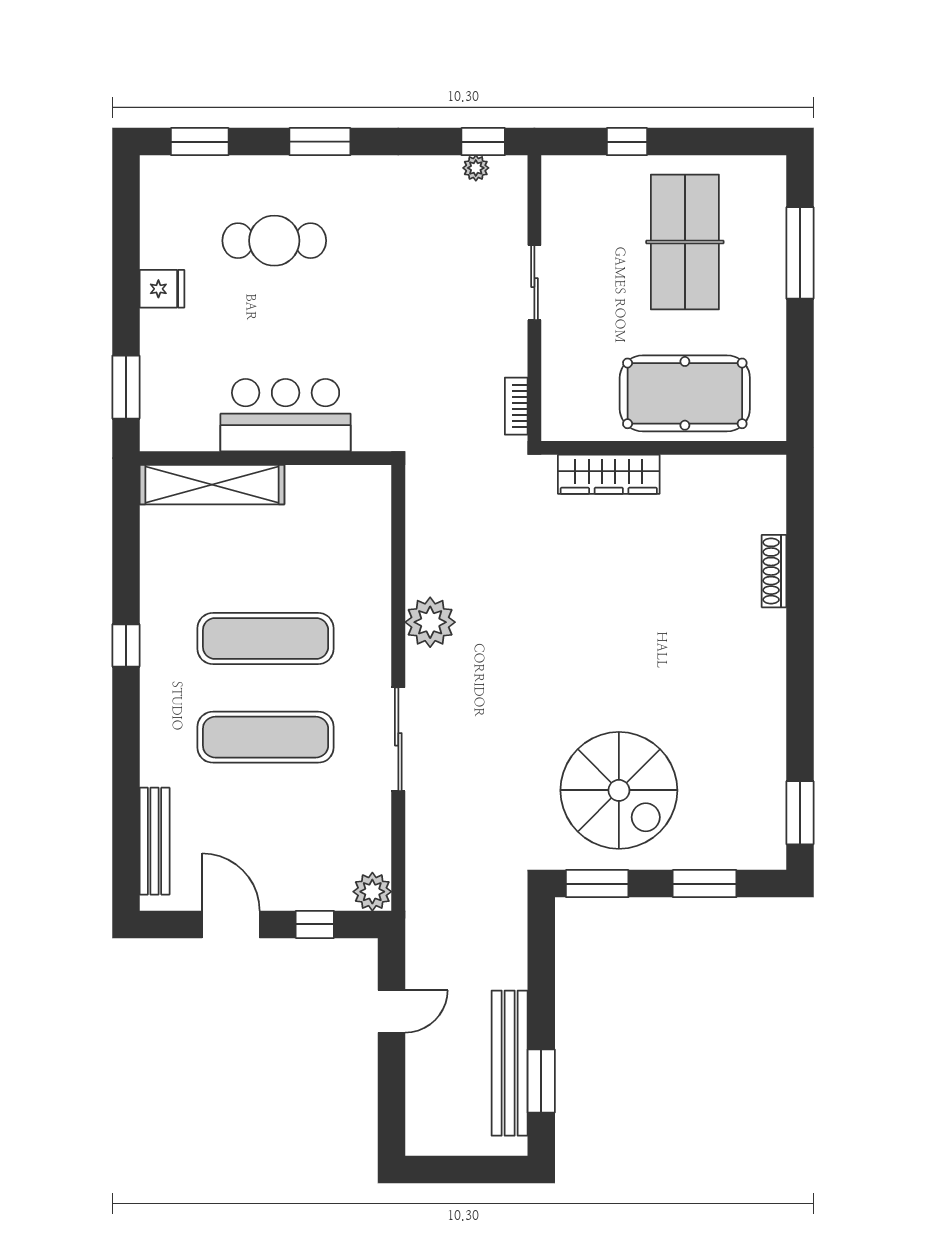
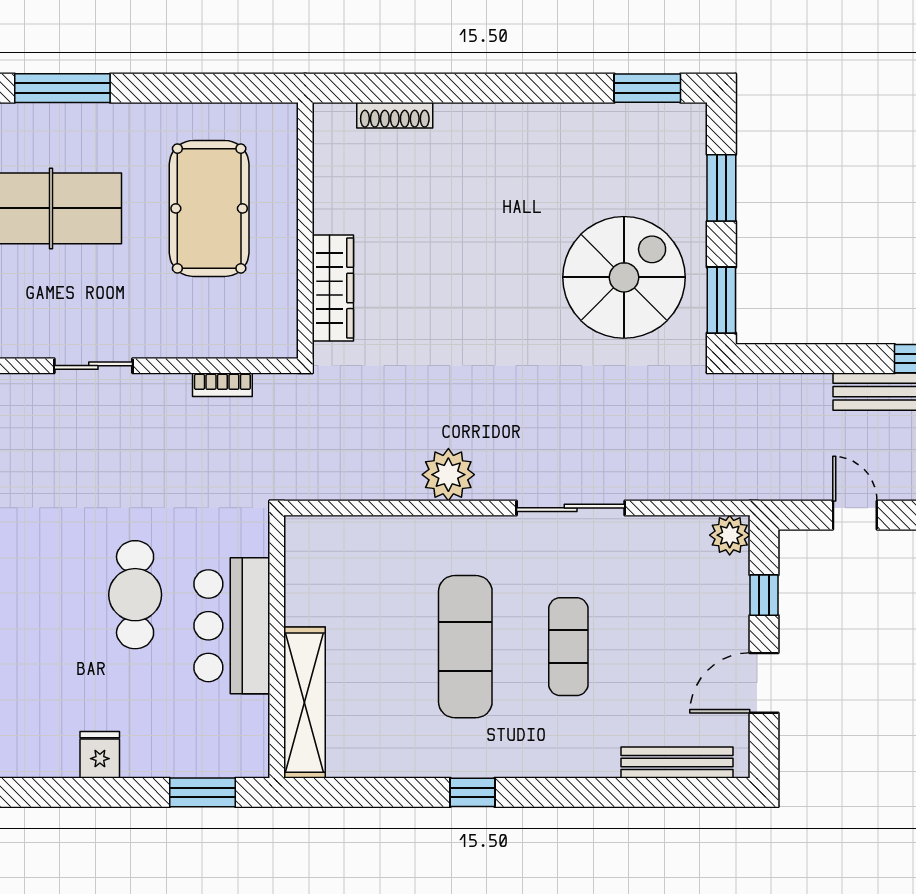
cafe table: (274, 241) -> (135, 595), moved
wall: (664, 448) -> (305, 230), moved
wardrobe: (609, 474) -> (333, 288), moved
exercise mat: (266, 737) -> (568, 647), width x0.73, depth x0.69

